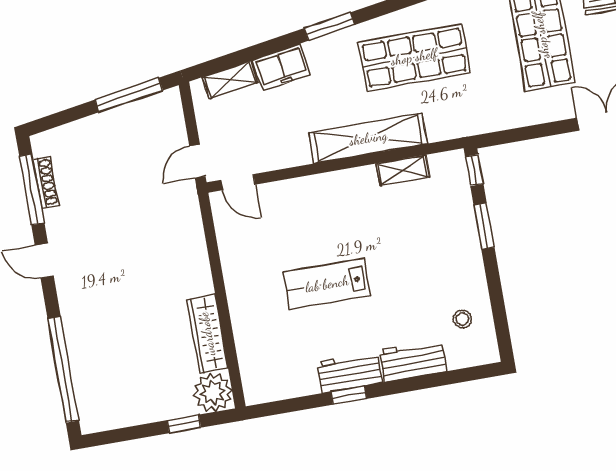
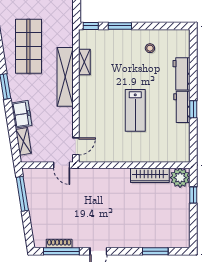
stool: (462, 319) -> (150, 48), moved
window: (63, 369) -> (155, 251), width x0.47

